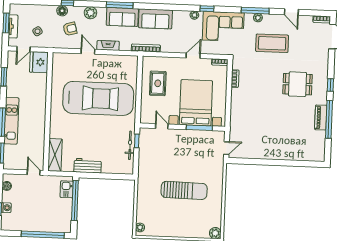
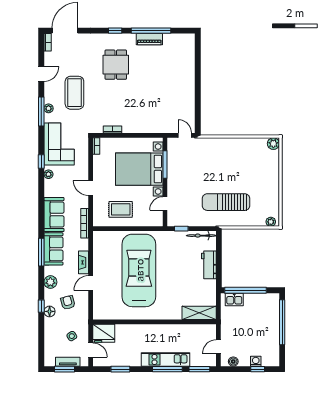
door: (193, 56) -> (91, 188), moved
bicycle: (130, 145) -> (201, 236), moved
workbench: (88, 166) -> (209, 265), moved
door: (34, 173) -> (218, 347), moved
sun lounger: (184, 190) -> (226, 202), moved, turned -91

